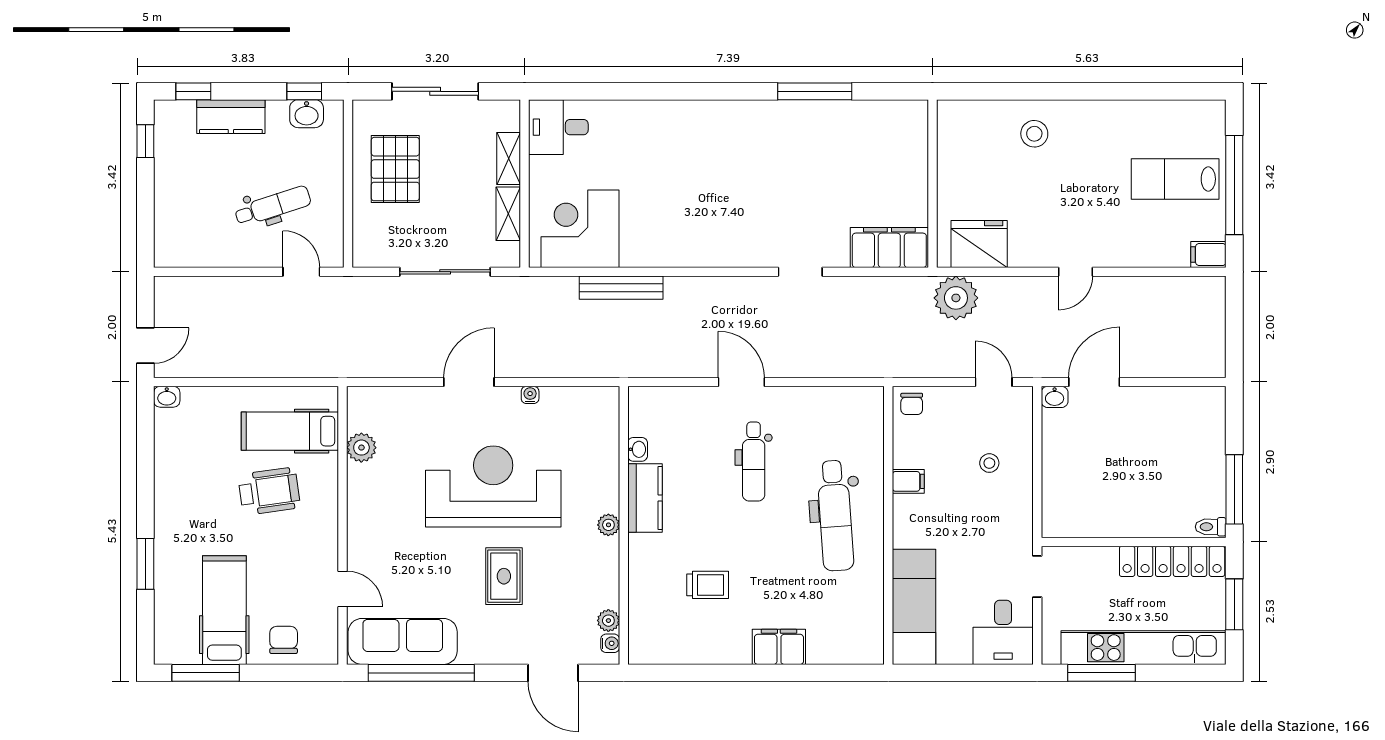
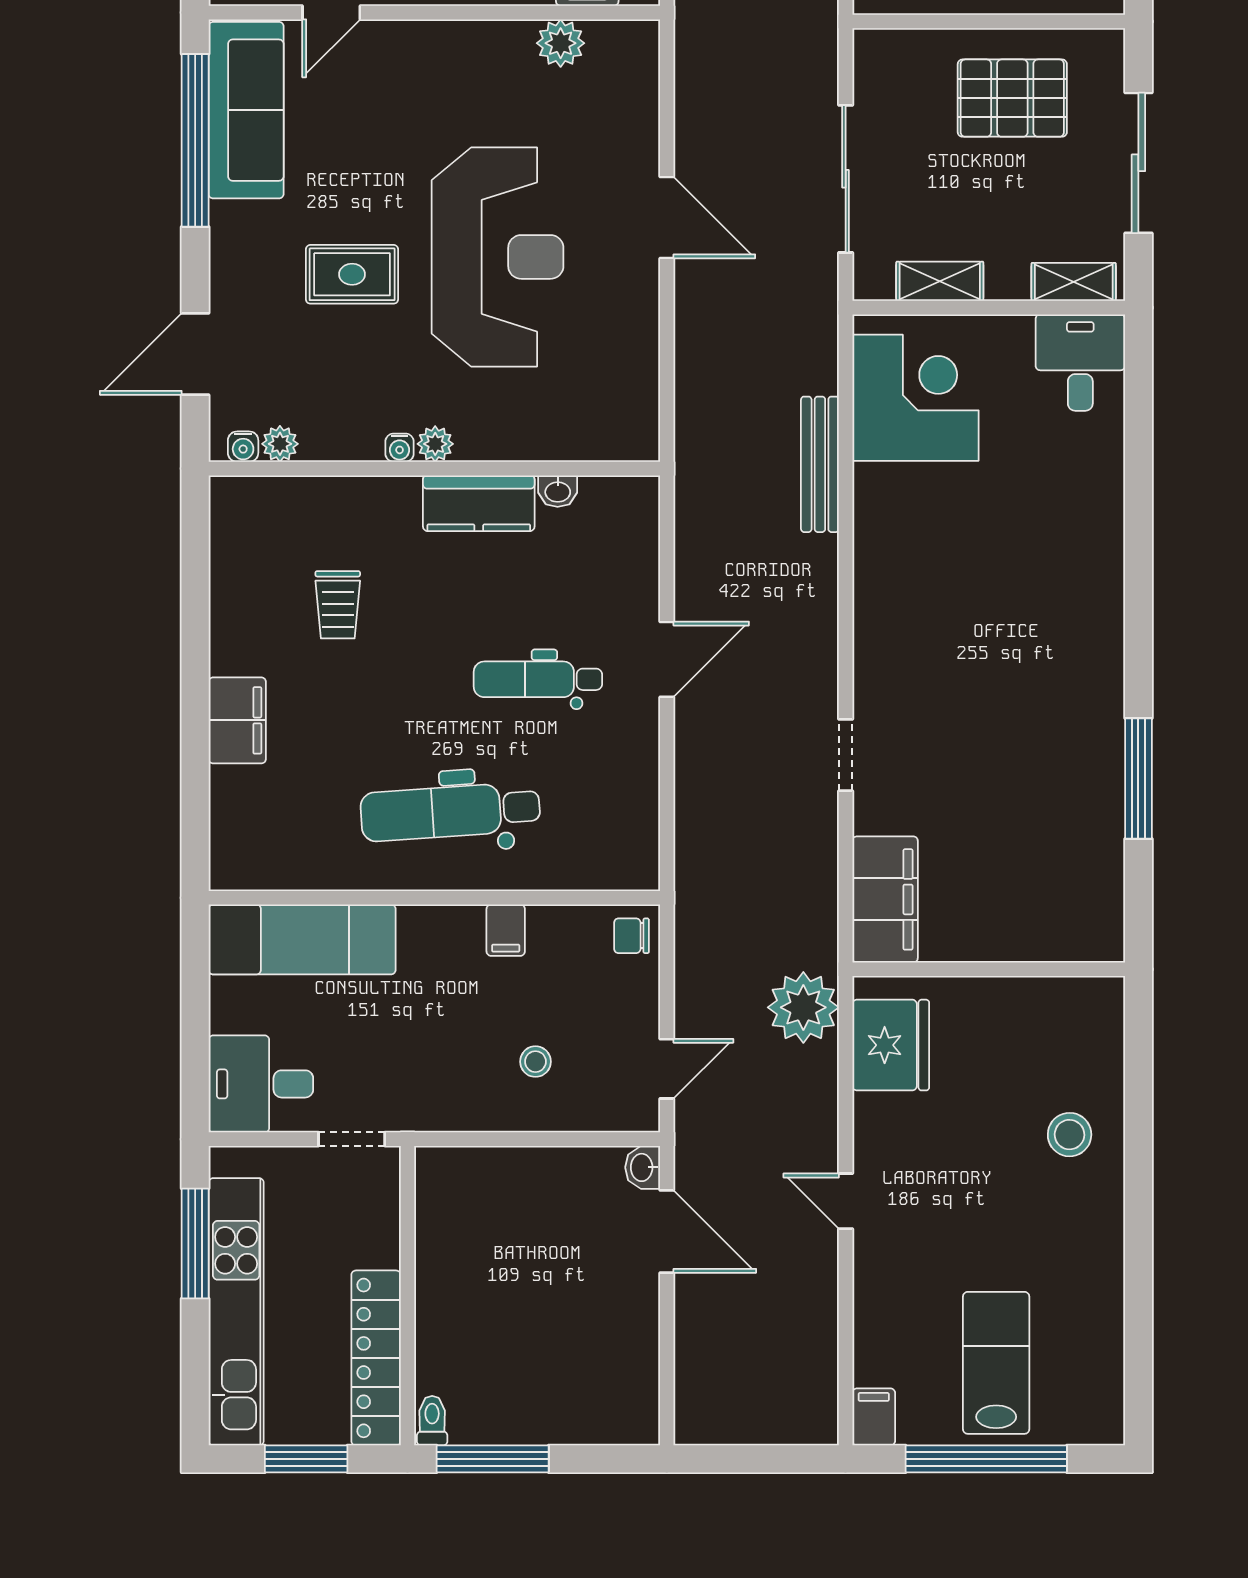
shelving: (509, 159) -> (1074, 282), moved
water cooler: (530, 395) -> (400, 448), moved, turned 90

